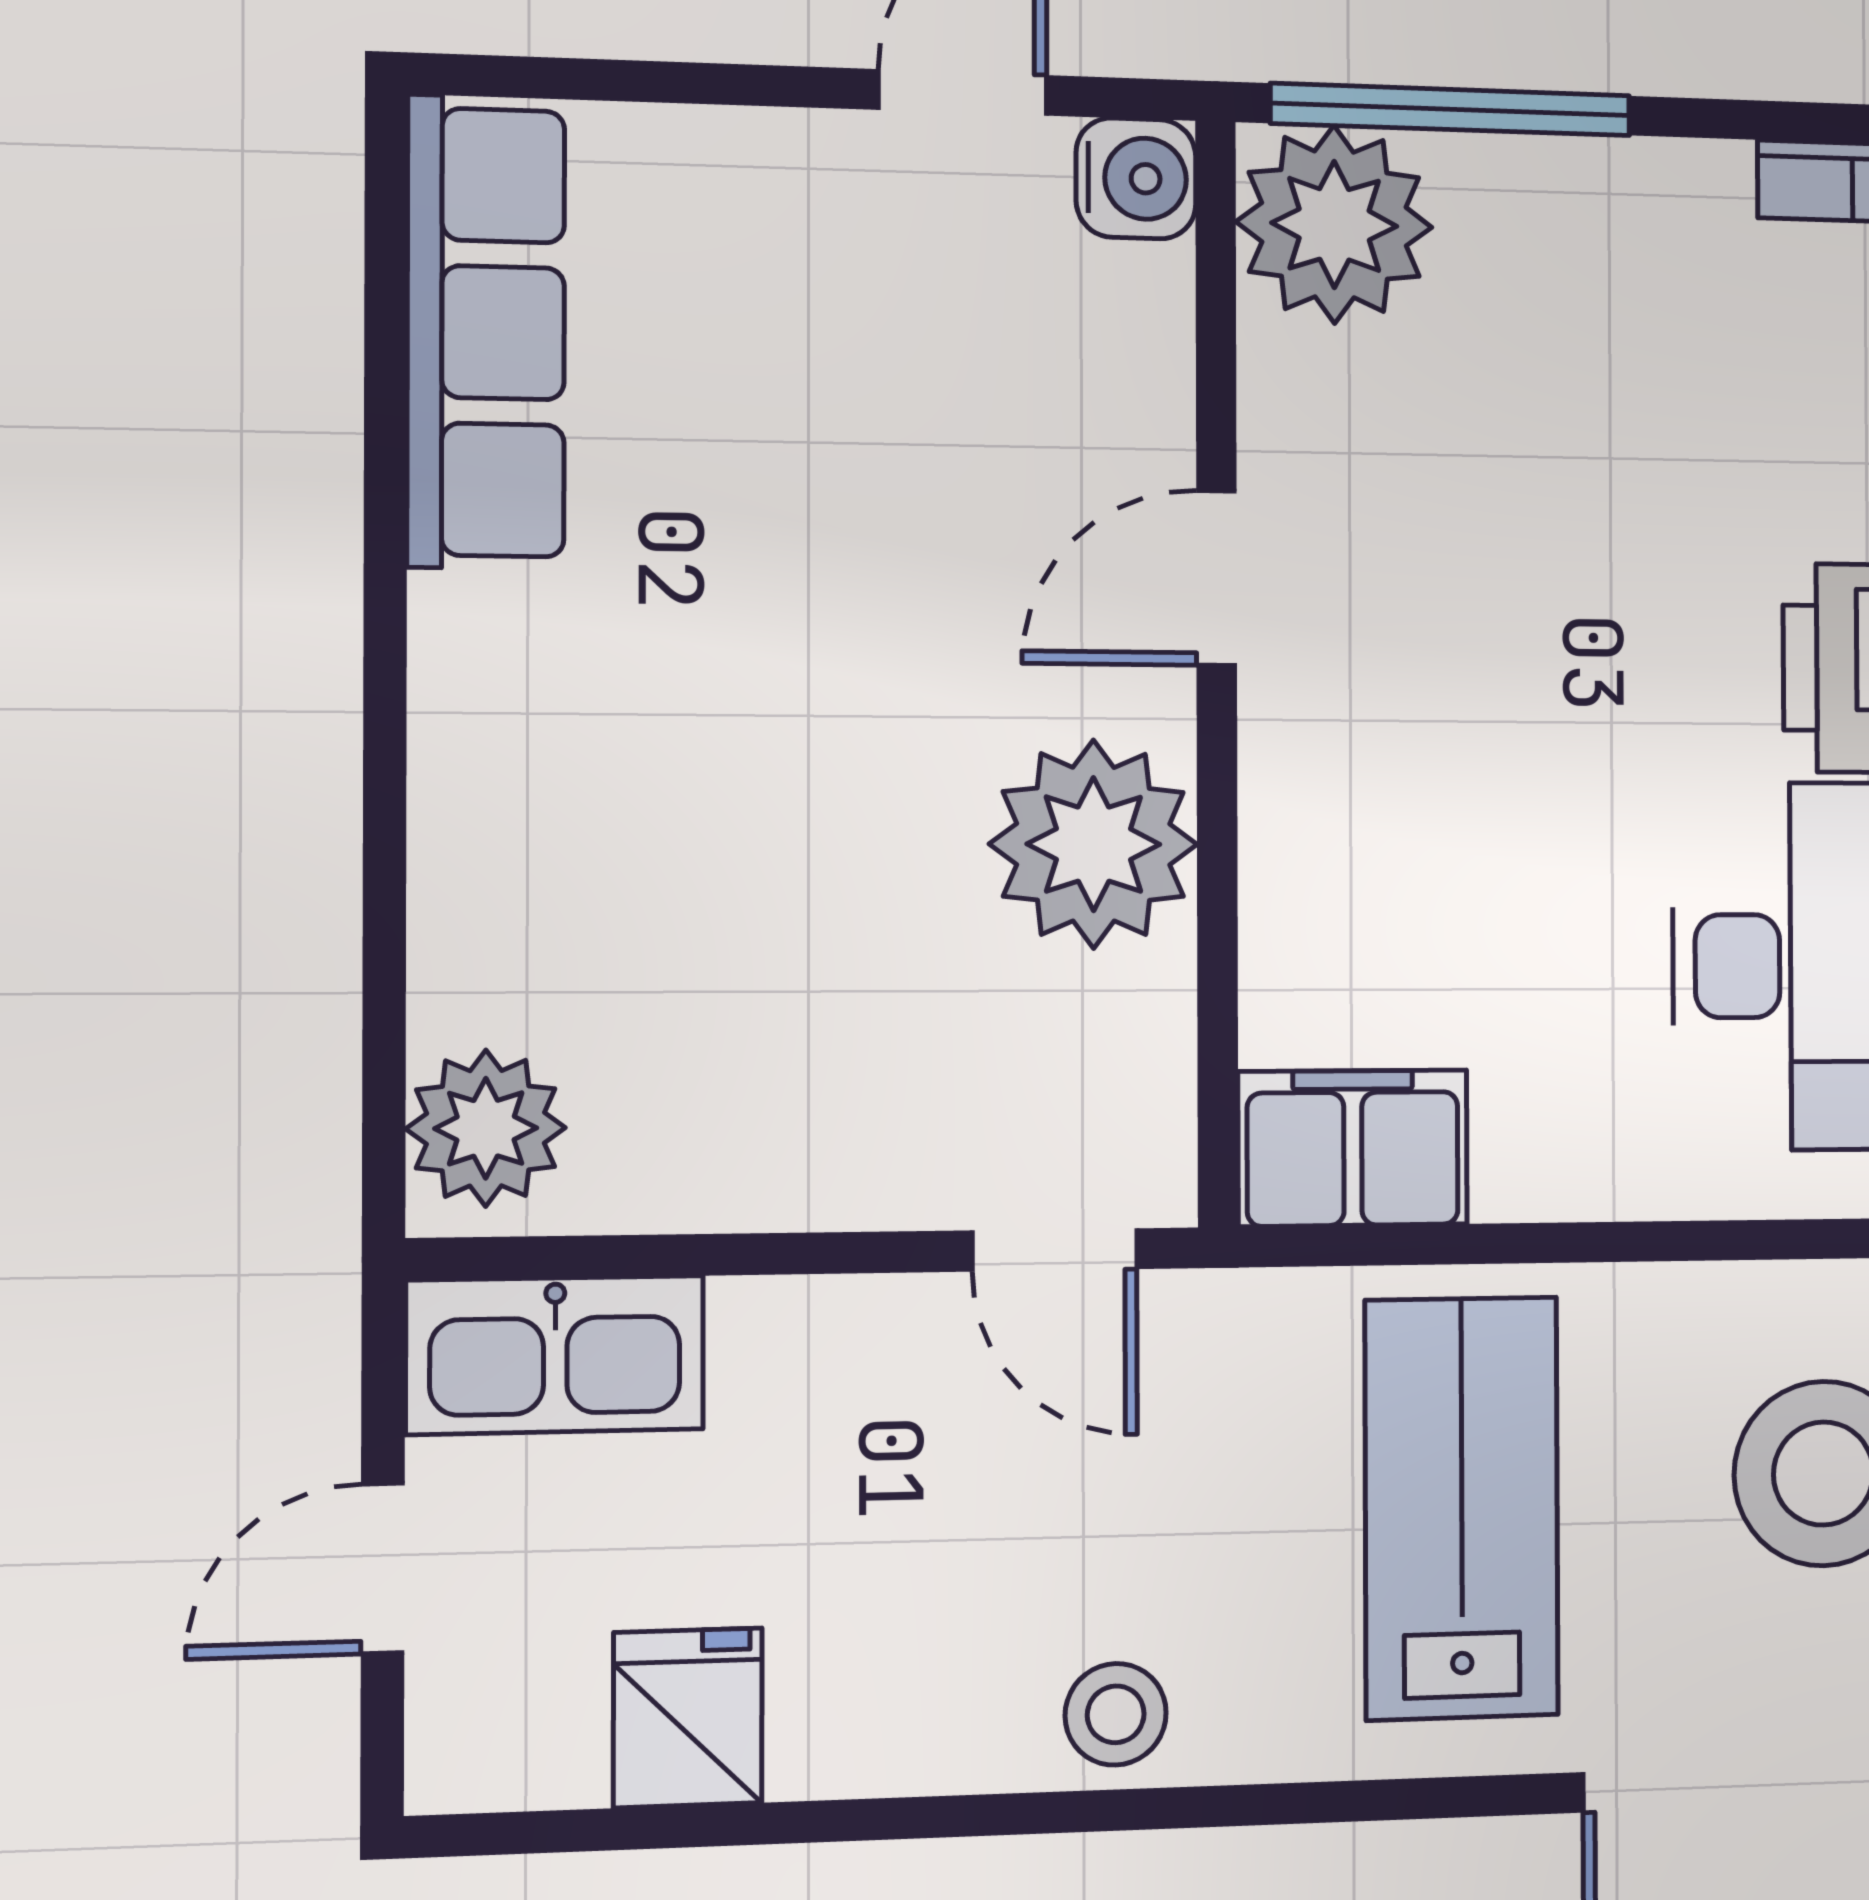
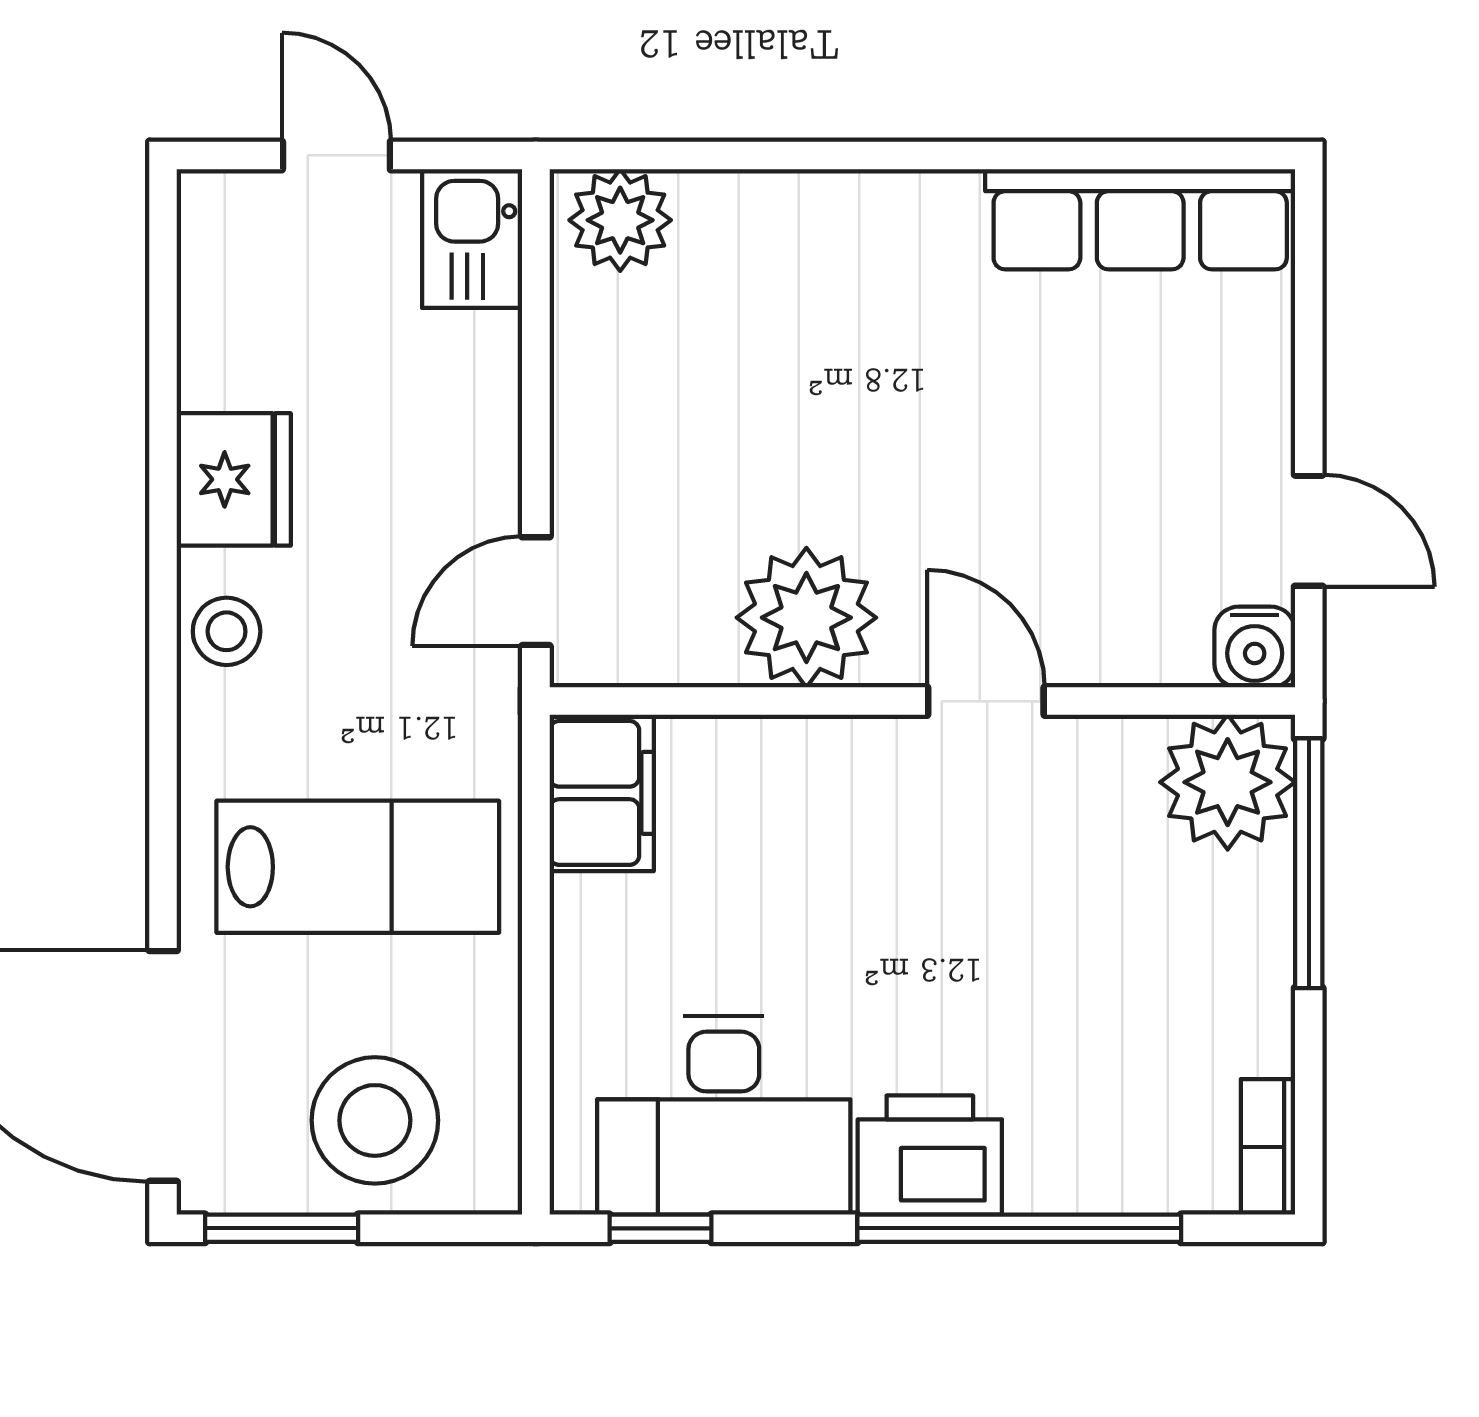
kitchen sink: (555, 1355) -> (472, 239), width x0.73
fridge: (688, 1718) -> (234, 479), moved, width x1.38

